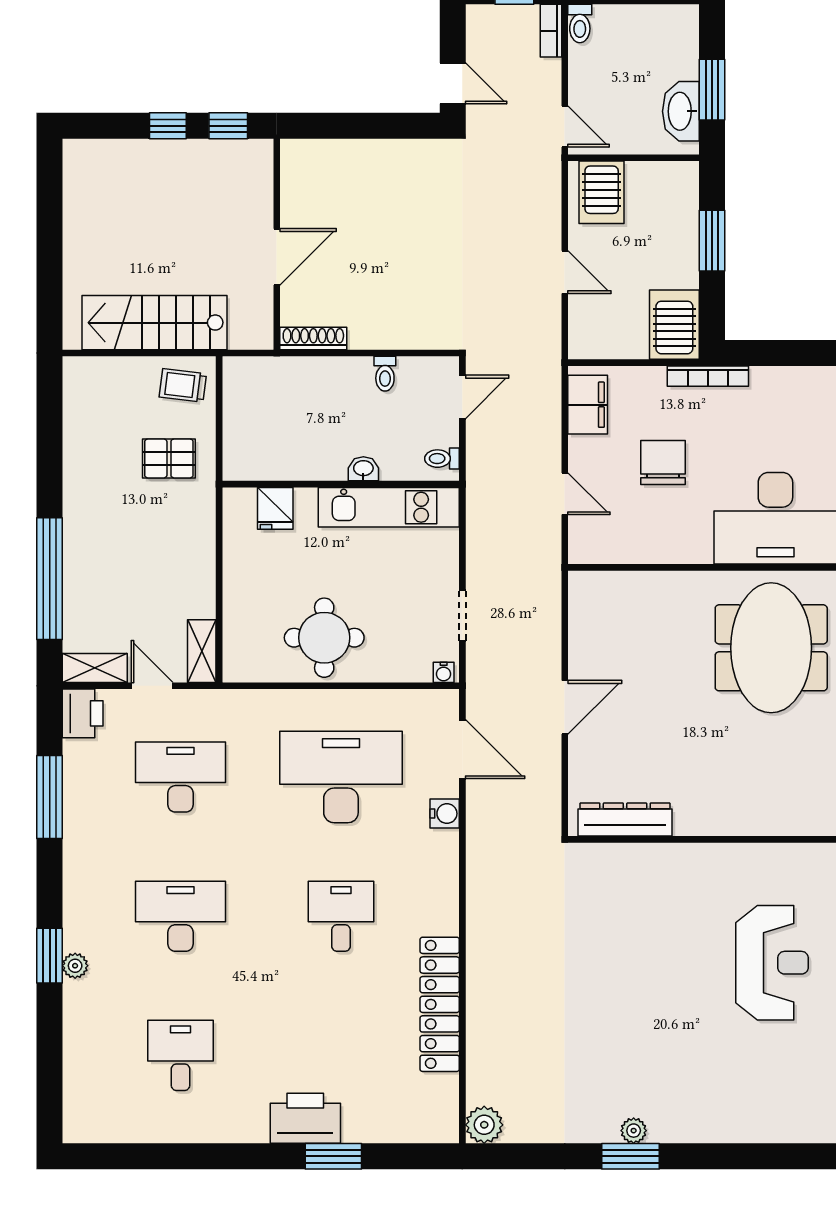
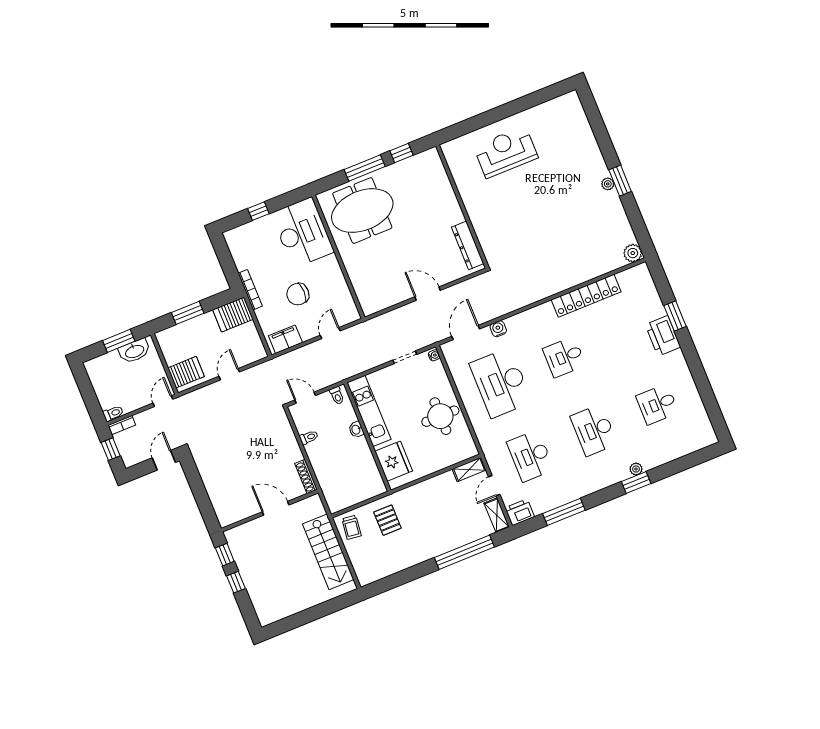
fridge: (275, 508) -> (394, 461), width x1.88, depth x1.34

